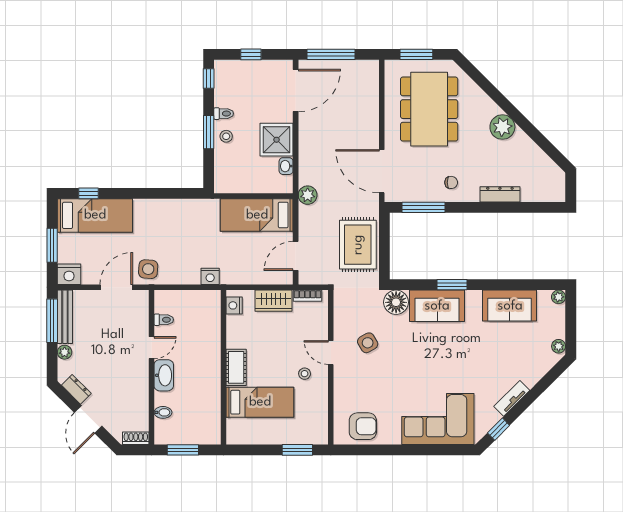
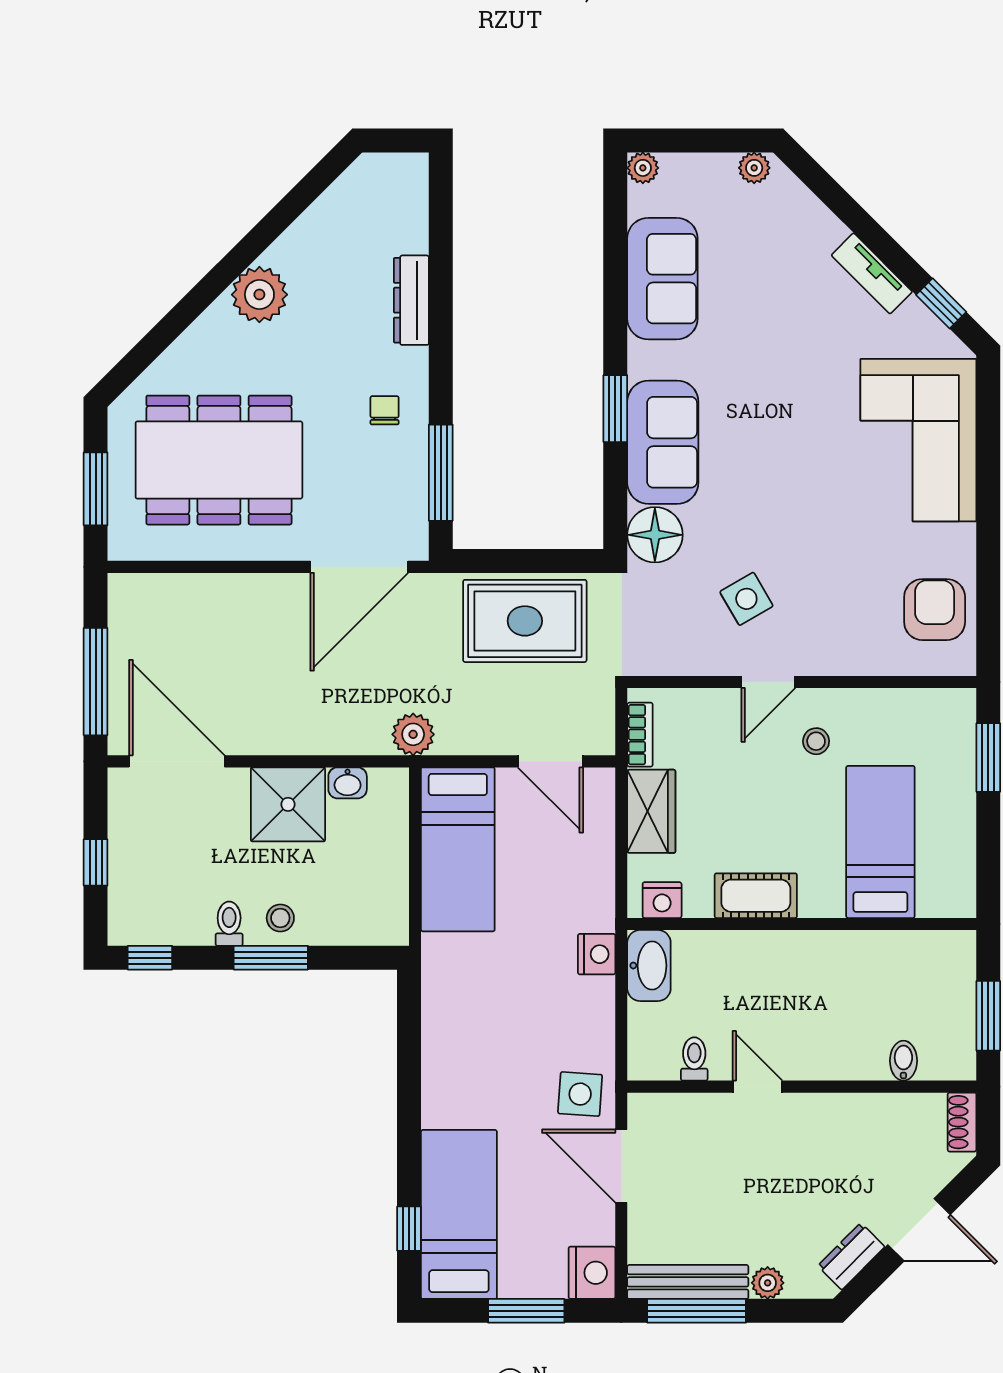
cot: (236, 367) -> (756, 896), moved
washbasin: (164, 375) -> (649, 966), moved, turned 90

